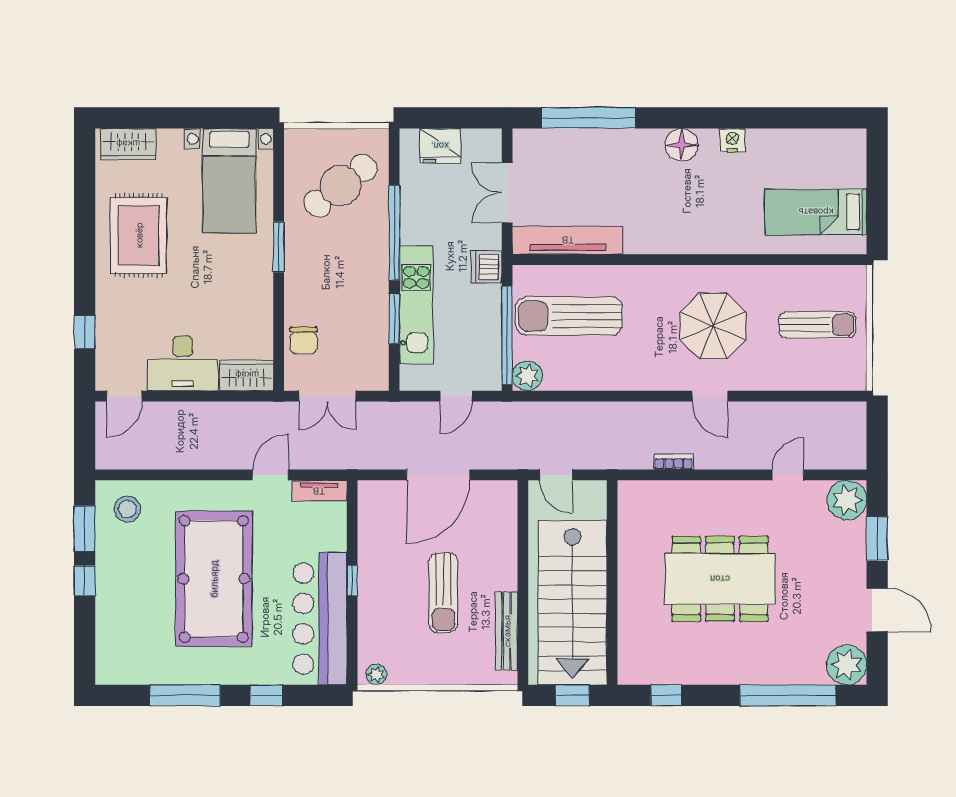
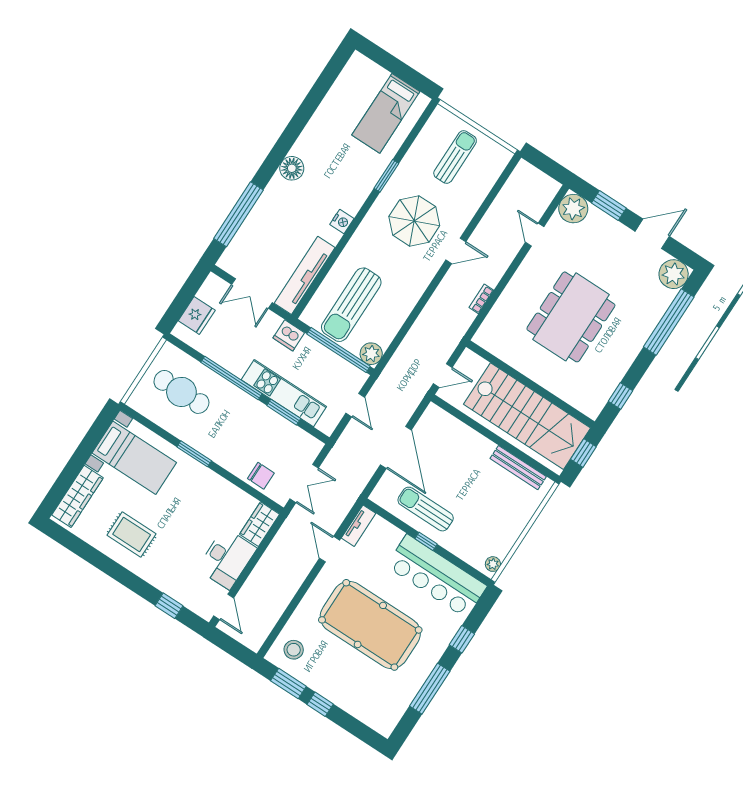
nightstand: (732, 140) -> (342, 222), moved, turned 180
wardrobe: (128, 144) -> (77, 496), width x1.50
cafe table: (341, 186) -> (181, 392), turned -52
rug: (139, 235) -> (132, 535), width x0.73, depth x0.70
window: (744, 260) -> (386, 176), added
sun lounger: (443, 593) -> (426, 509), moved, turned 180

